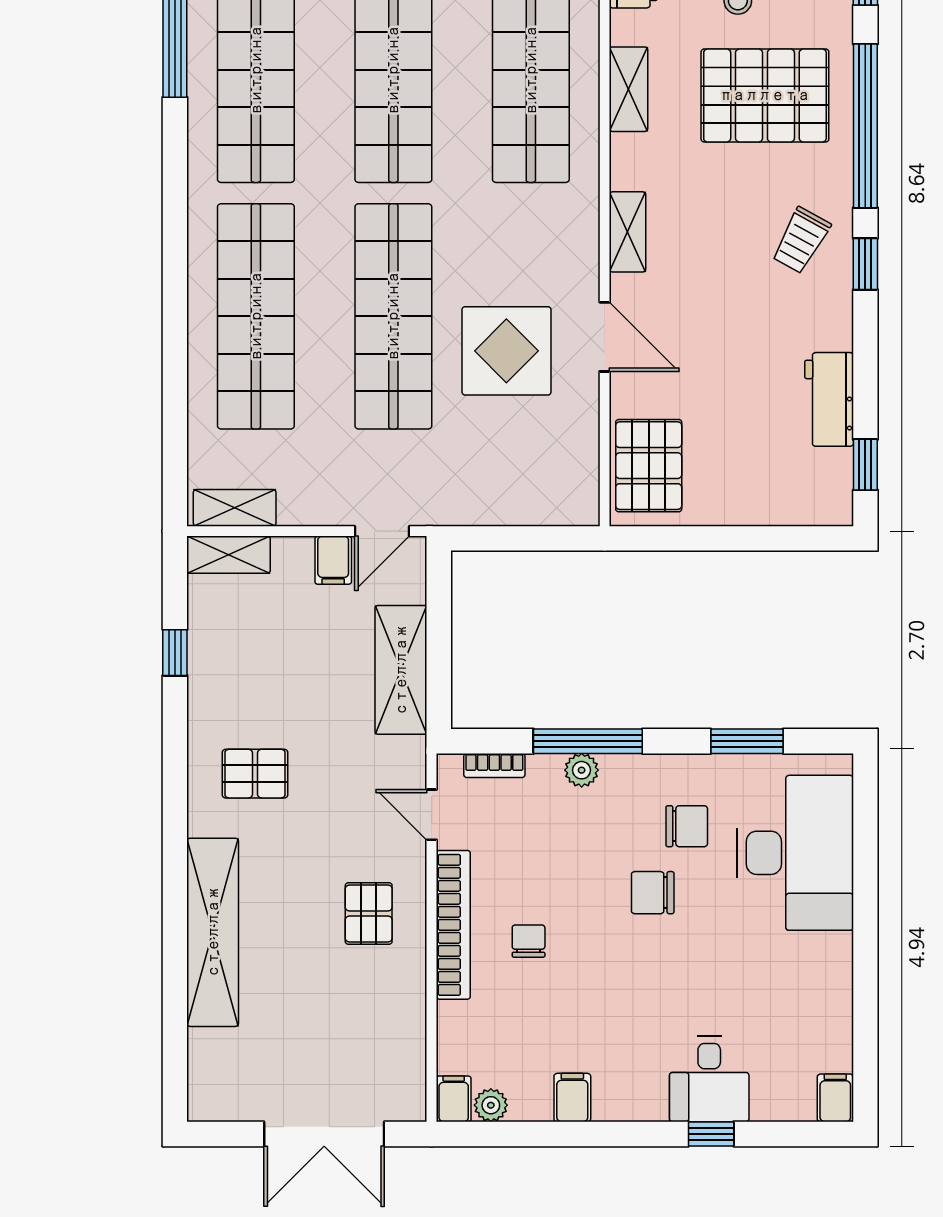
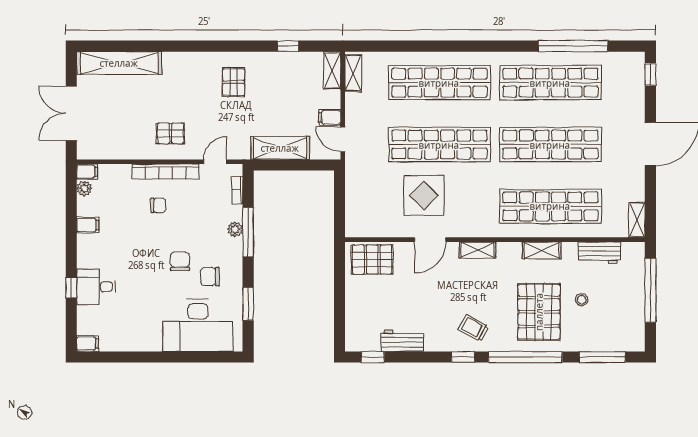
chair: (687, 826) -> (210, 277), turned 90
shelving: (213, 932) -> (119, 63), moved

